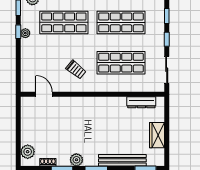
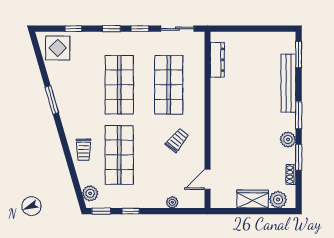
plant: (25, 33) -> (172, 202), moved
wardrobe: (157, 135) -> (253, 199), moved, turned 180

